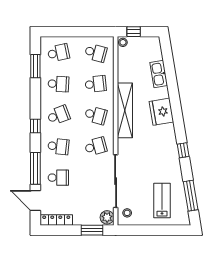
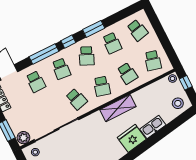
stool: (150, 49) -> (178, 103), added
window: (35, 66) -> (94, 29), moved
kitchen sink: (159, 74) -> (153, 127), moved
shelving: (125, 110) -> (118, 108), width x0.68
school desk: (58, 115) -> (87, 56), turned 45
window: (35, 168) -> (44, 54), moved

